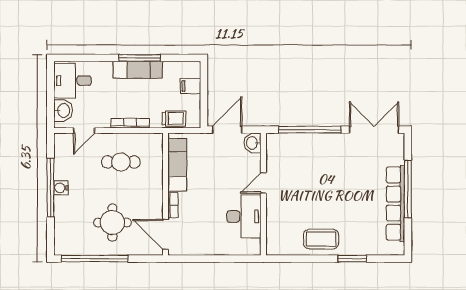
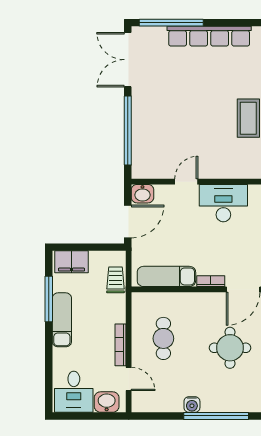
window: (140, 58) -> (49, 299), moved
filing cabinet: (191, 86) -> (71, 262), width x2.00
bookcase: (130, 123) -> (121, 345), moved
door: (227, 130) -> (128, 222), swing flipped
door: (263, 183) -> (186, 182), swing flipped
window: (50, 188) -> (216, 416), moved
window: (408, 189) -> (171, 23), moved

